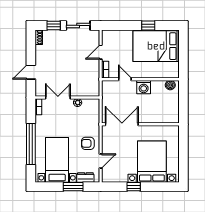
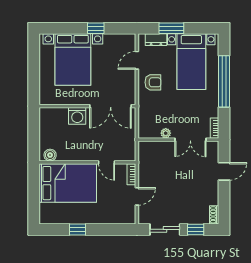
bed: (156, 46) -> (68, 183), moved
washing machine: (144, 87) -> (77, 116), moved, turned 180

